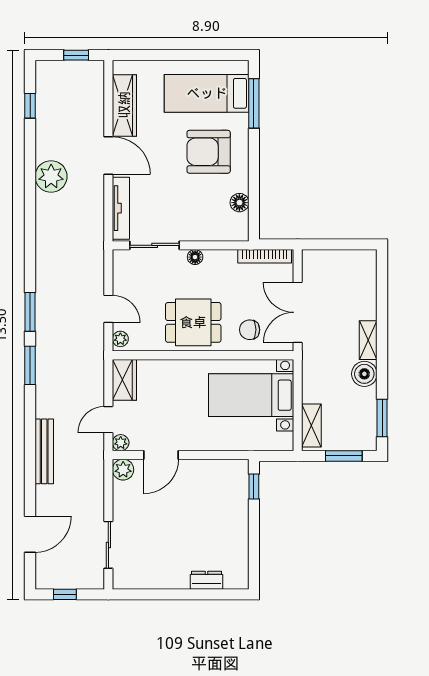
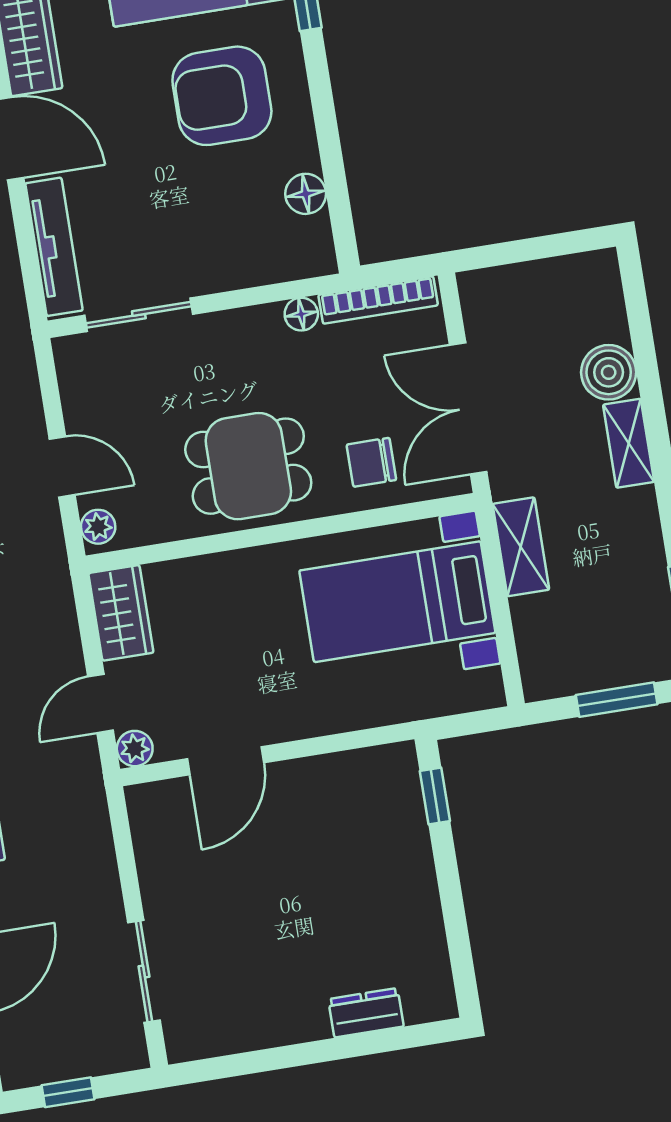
floor lamp: (195, 257) -> (301, 314), moved
boiler: (364, 374) -> (609, 372), moved
shelving: (311, 425) -> (521, 547), moved
plant: (123, 470) -> (149, 805), removed

